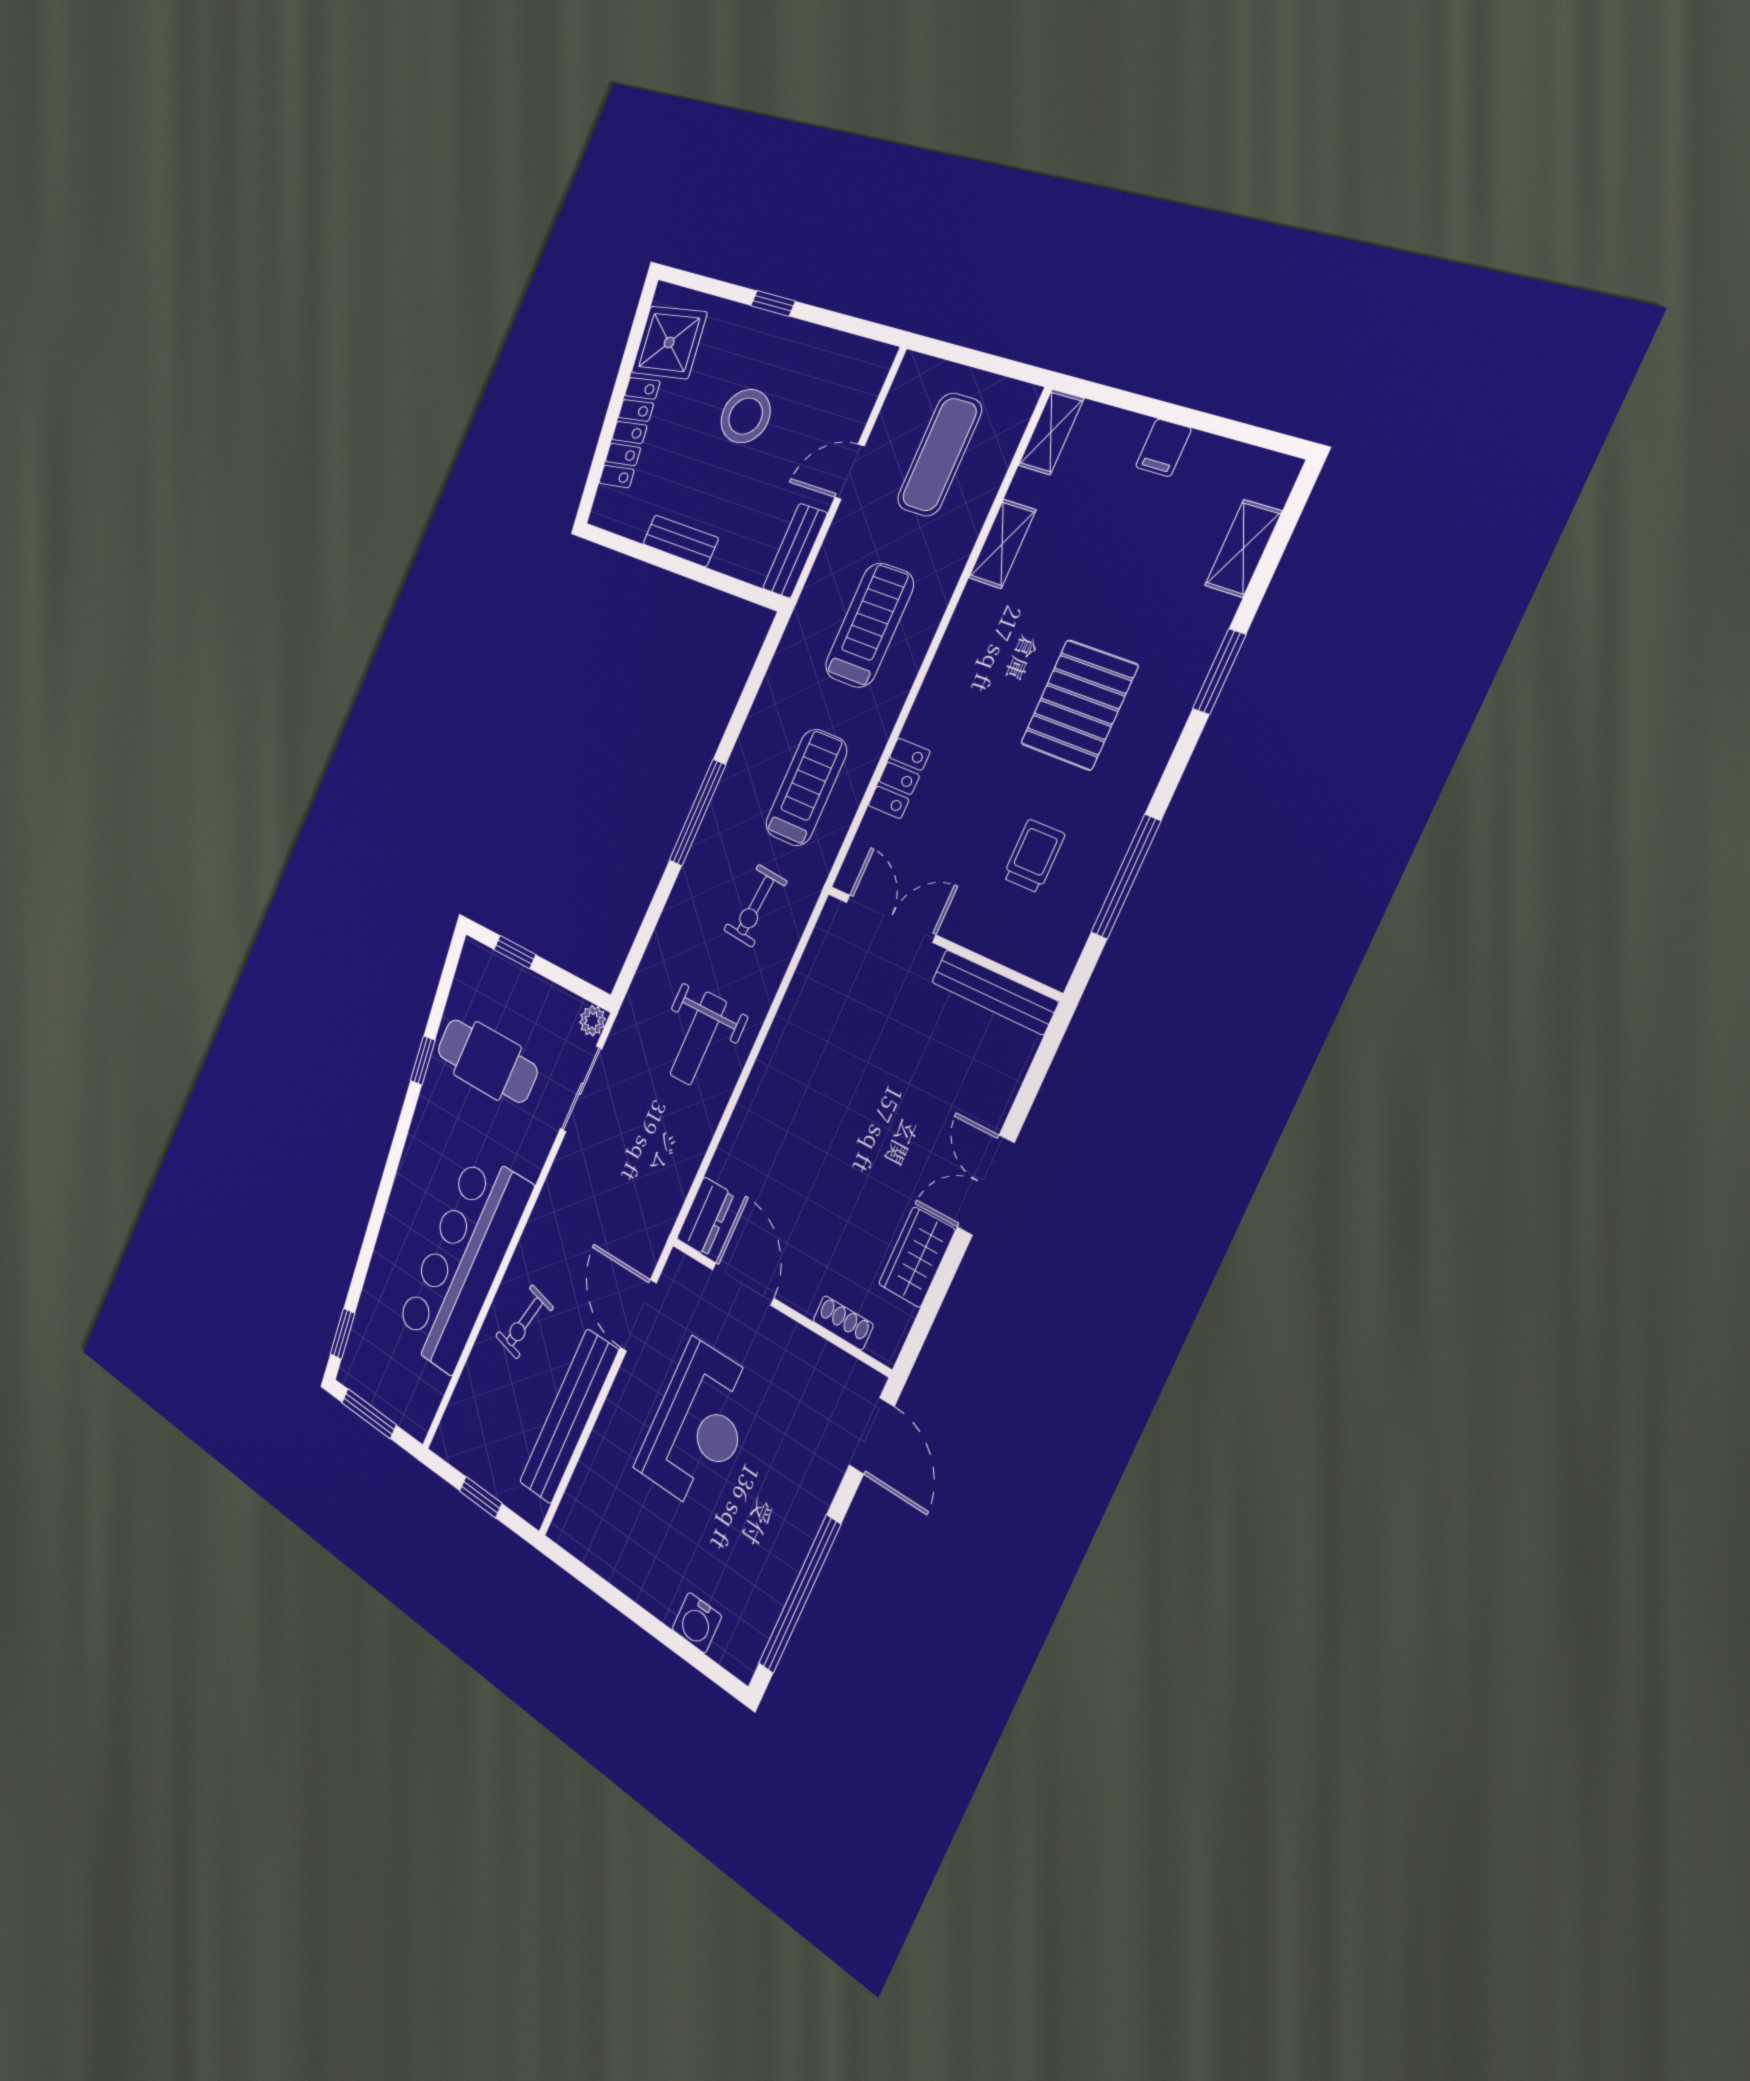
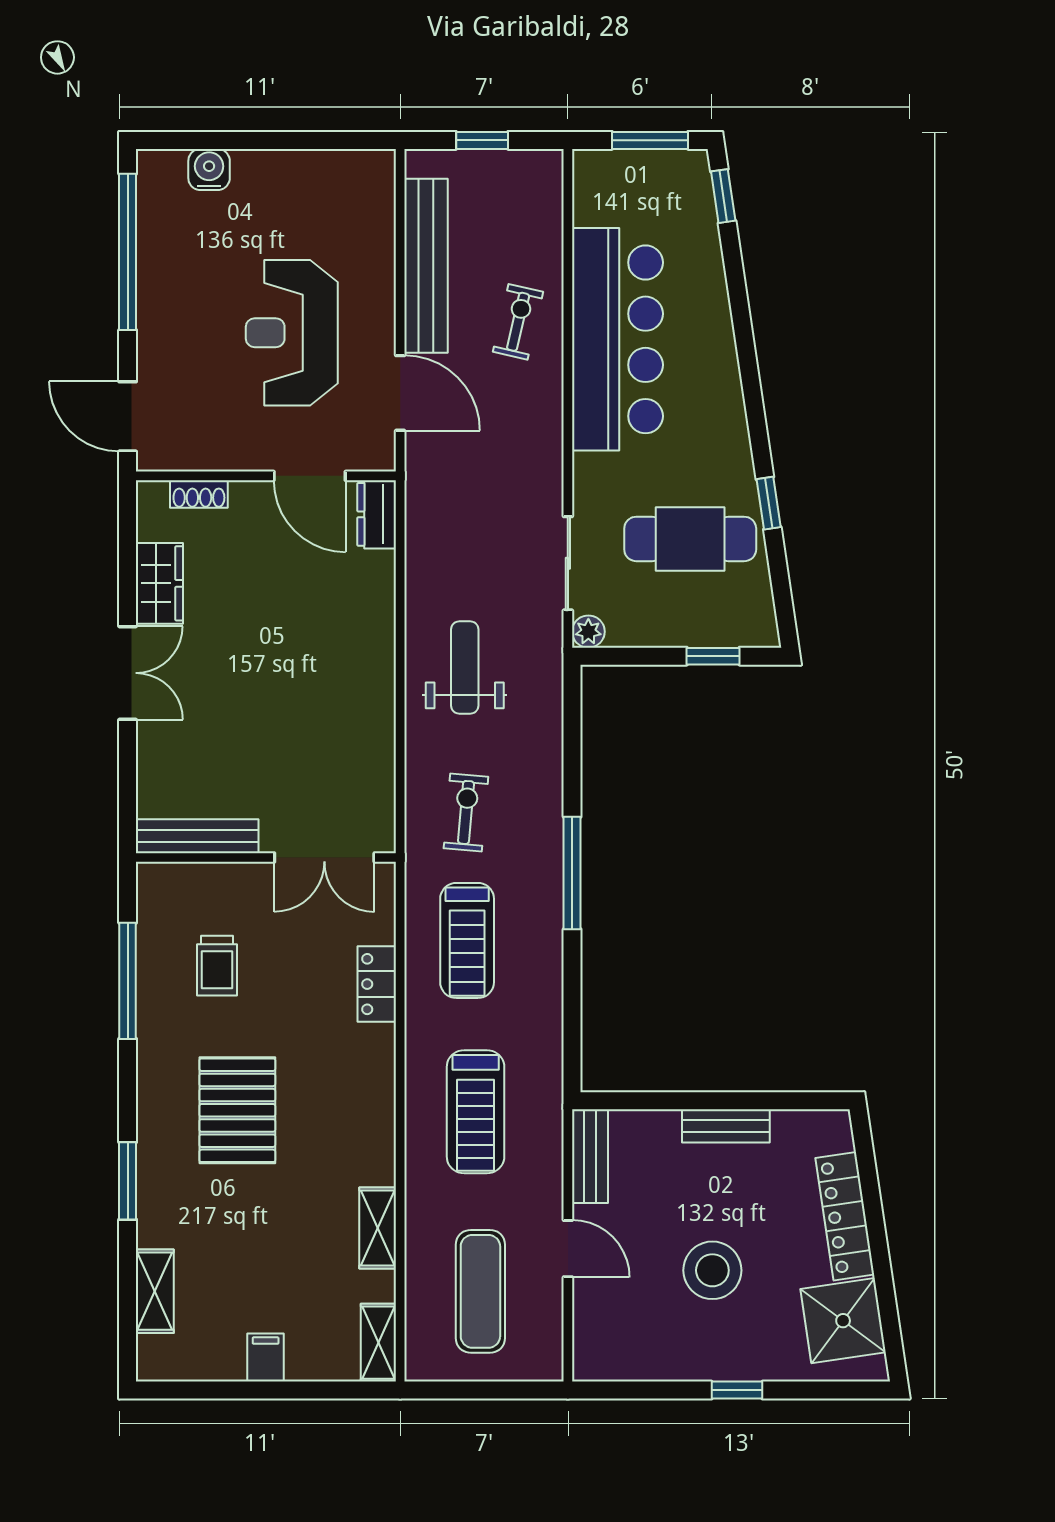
door: (850, 472) -> (568, 1249), hinge flipped

